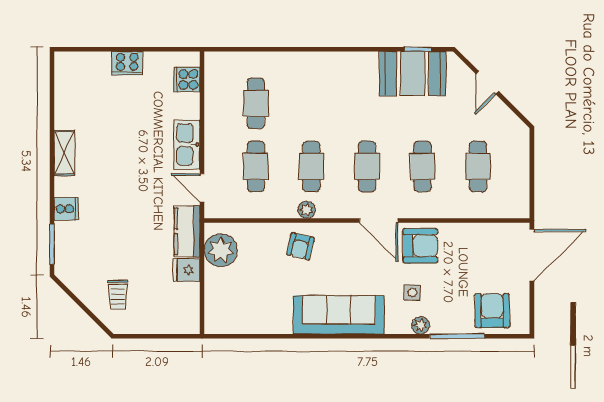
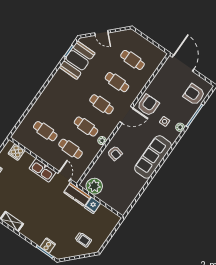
door: (202, 188) -> (64, 176), swing flipped
cooker: (66, 209) -> (48, 246), moved

